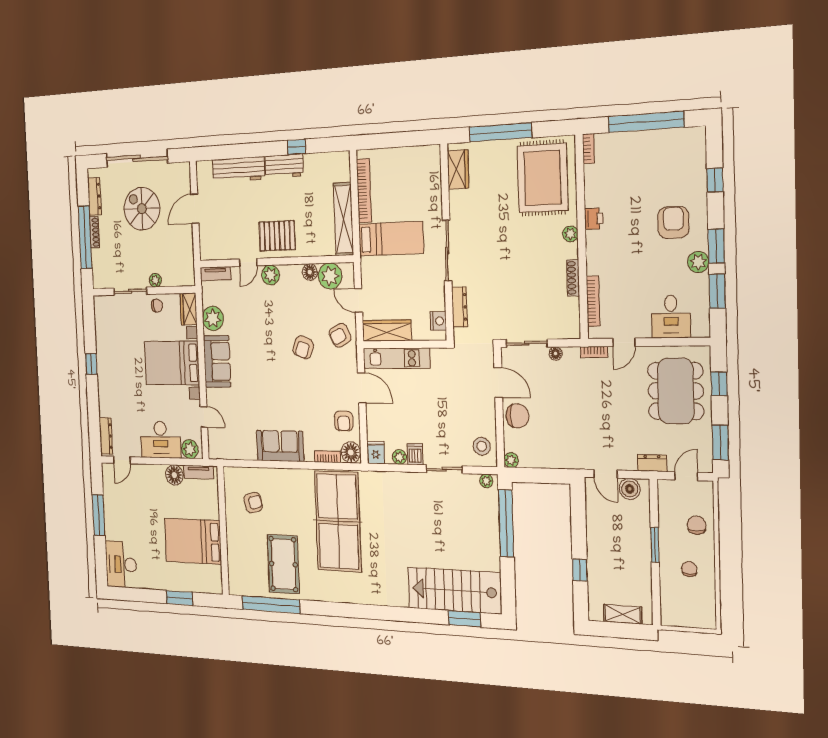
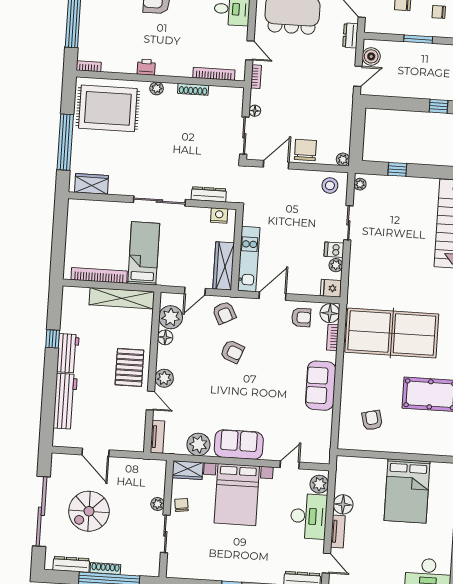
tv unit: (199, 472) -> (338, 531), moved
window: (506, 523) -> (397, 169), width x0.32

